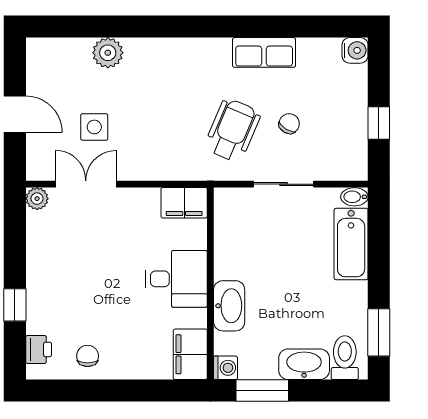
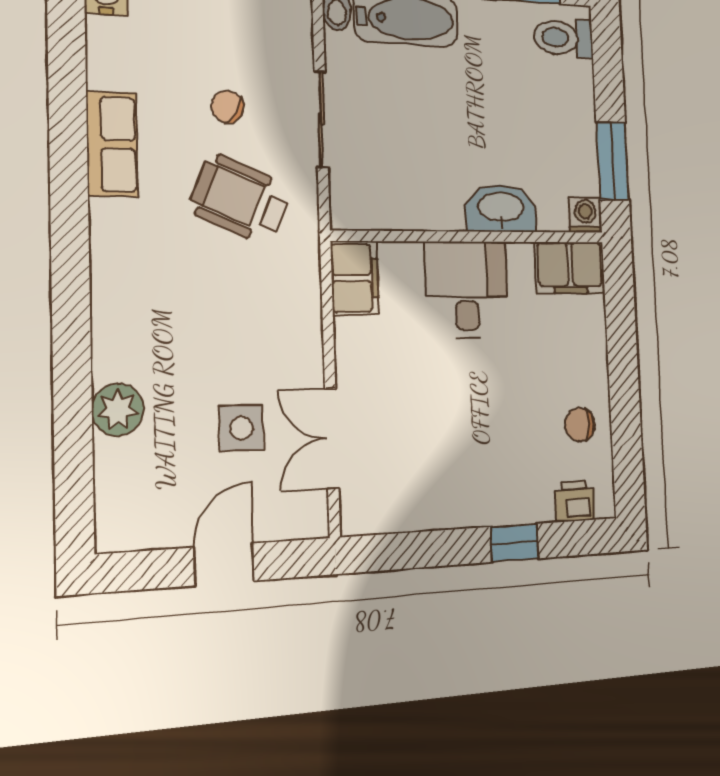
plant: (37, 199) -> (357, 518), removed
washbasin: (304, 364) -> (575, 98), removed

